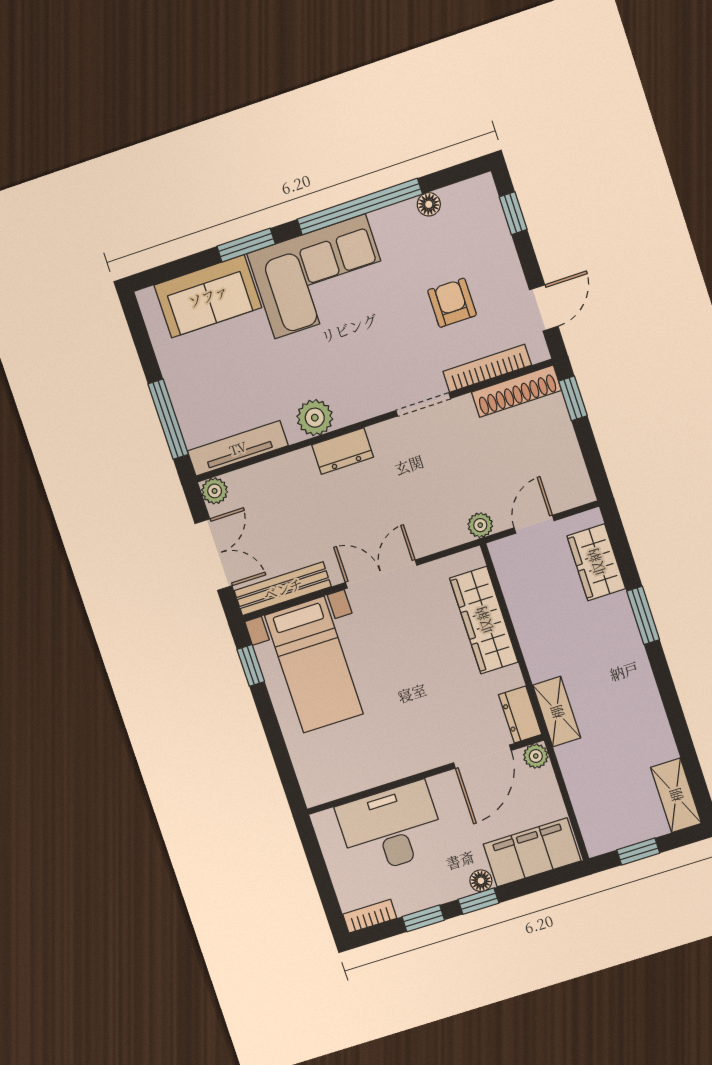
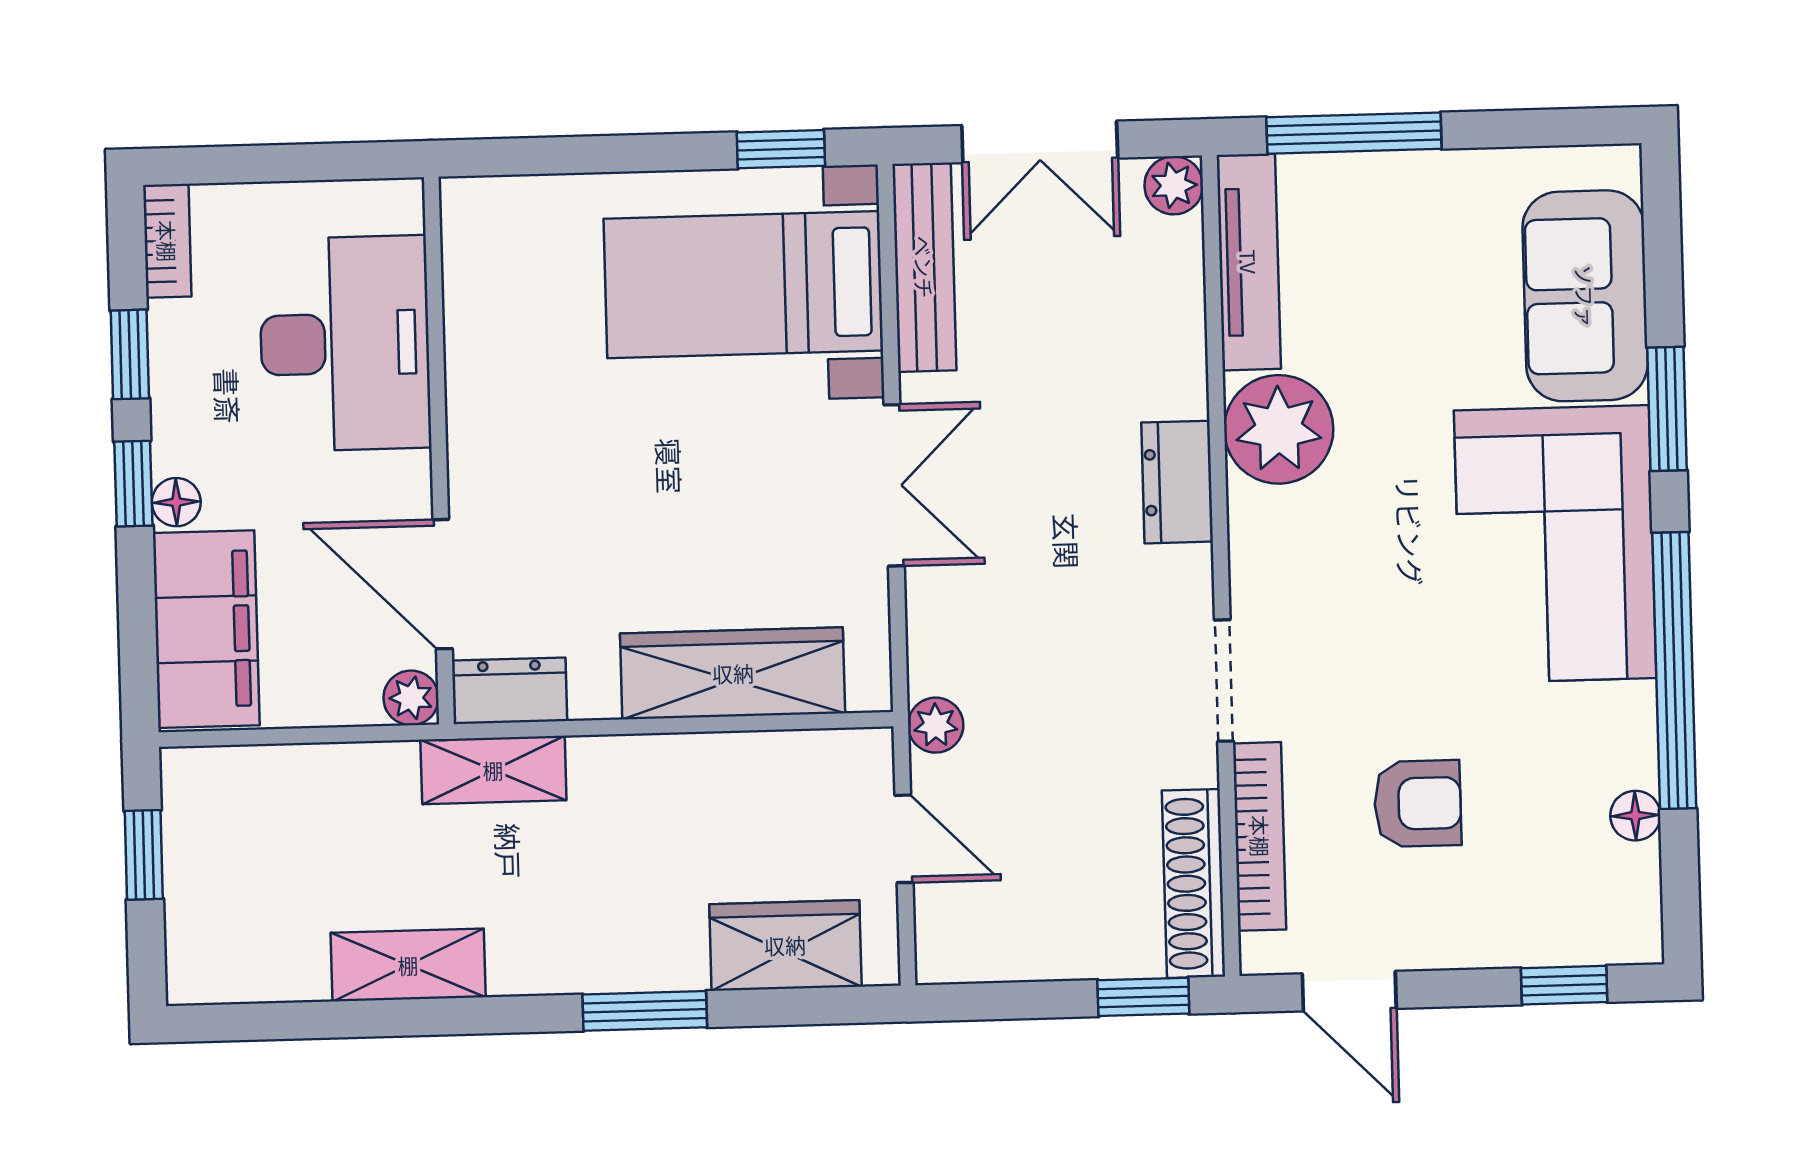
plant: (315, 418) -> (1279, 429), width x1.36, depth x1.36
shelving: (676, 795) -> (408, 965), moved

